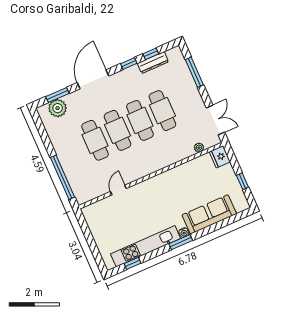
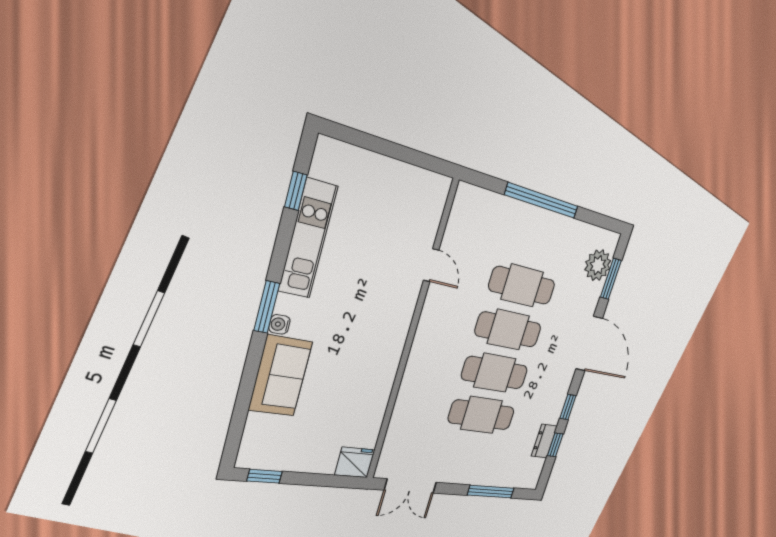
dresser: (153, 63) -> (544, 441), width x0.70
plant: (199, 148) -> (393, 438), removed
window: (62, 177) -> (542, 201), moved
window: (242, 181) -> (265, 476), moved
sofa: (209, 214) -> (280, 376), width x0.73
kitchen unit: (146, 246) -> (308, 239), width x0.73

